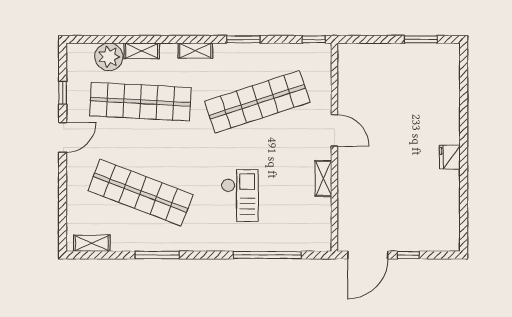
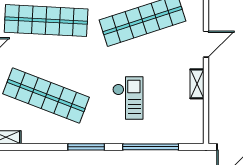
door: (334, 130) -> (206, 44), hinge flipped
window: (157, 255) -> (86, 147), moved

